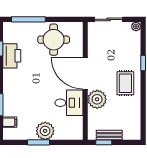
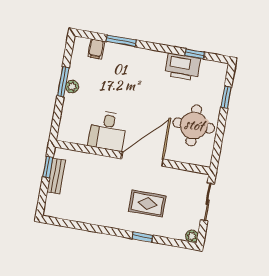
window: (28, 19) -> (226, 97), width x0.46
rug: (125, 83) -> (147, 204), moved
plant: (97, 99) -> (106, 168), removed
plant: (45, 131) -> (72, 87), width x0.53, depth x0.53

